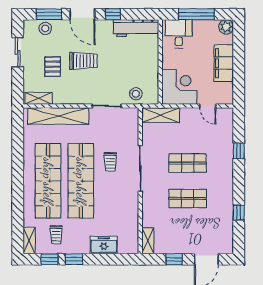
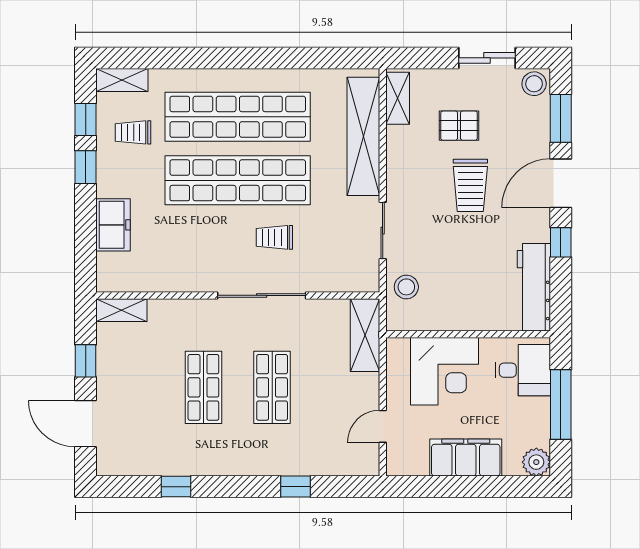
stool: (45, 28) -> (534, 84), moved
corner desk: (179, 87) -> (445, 371), moved

